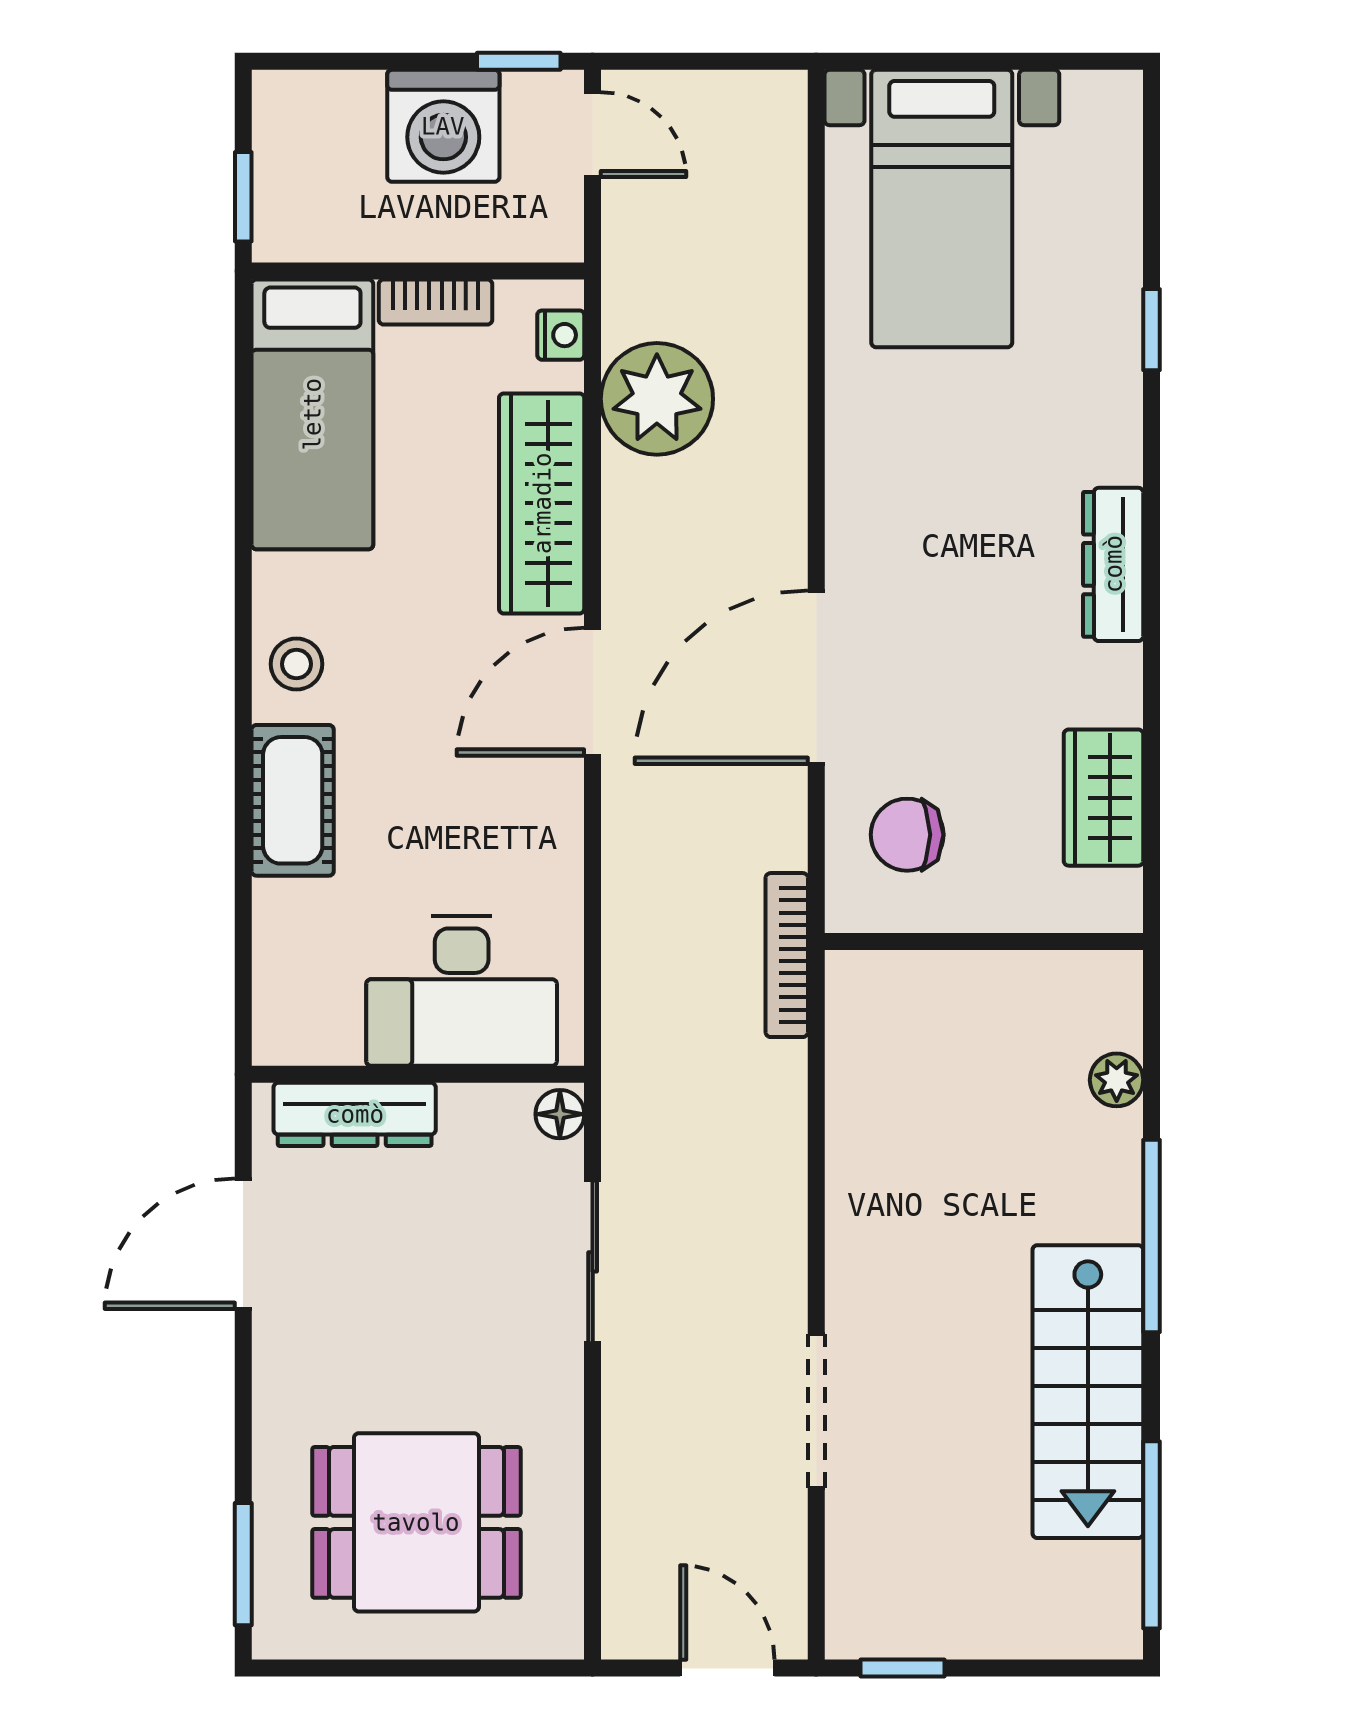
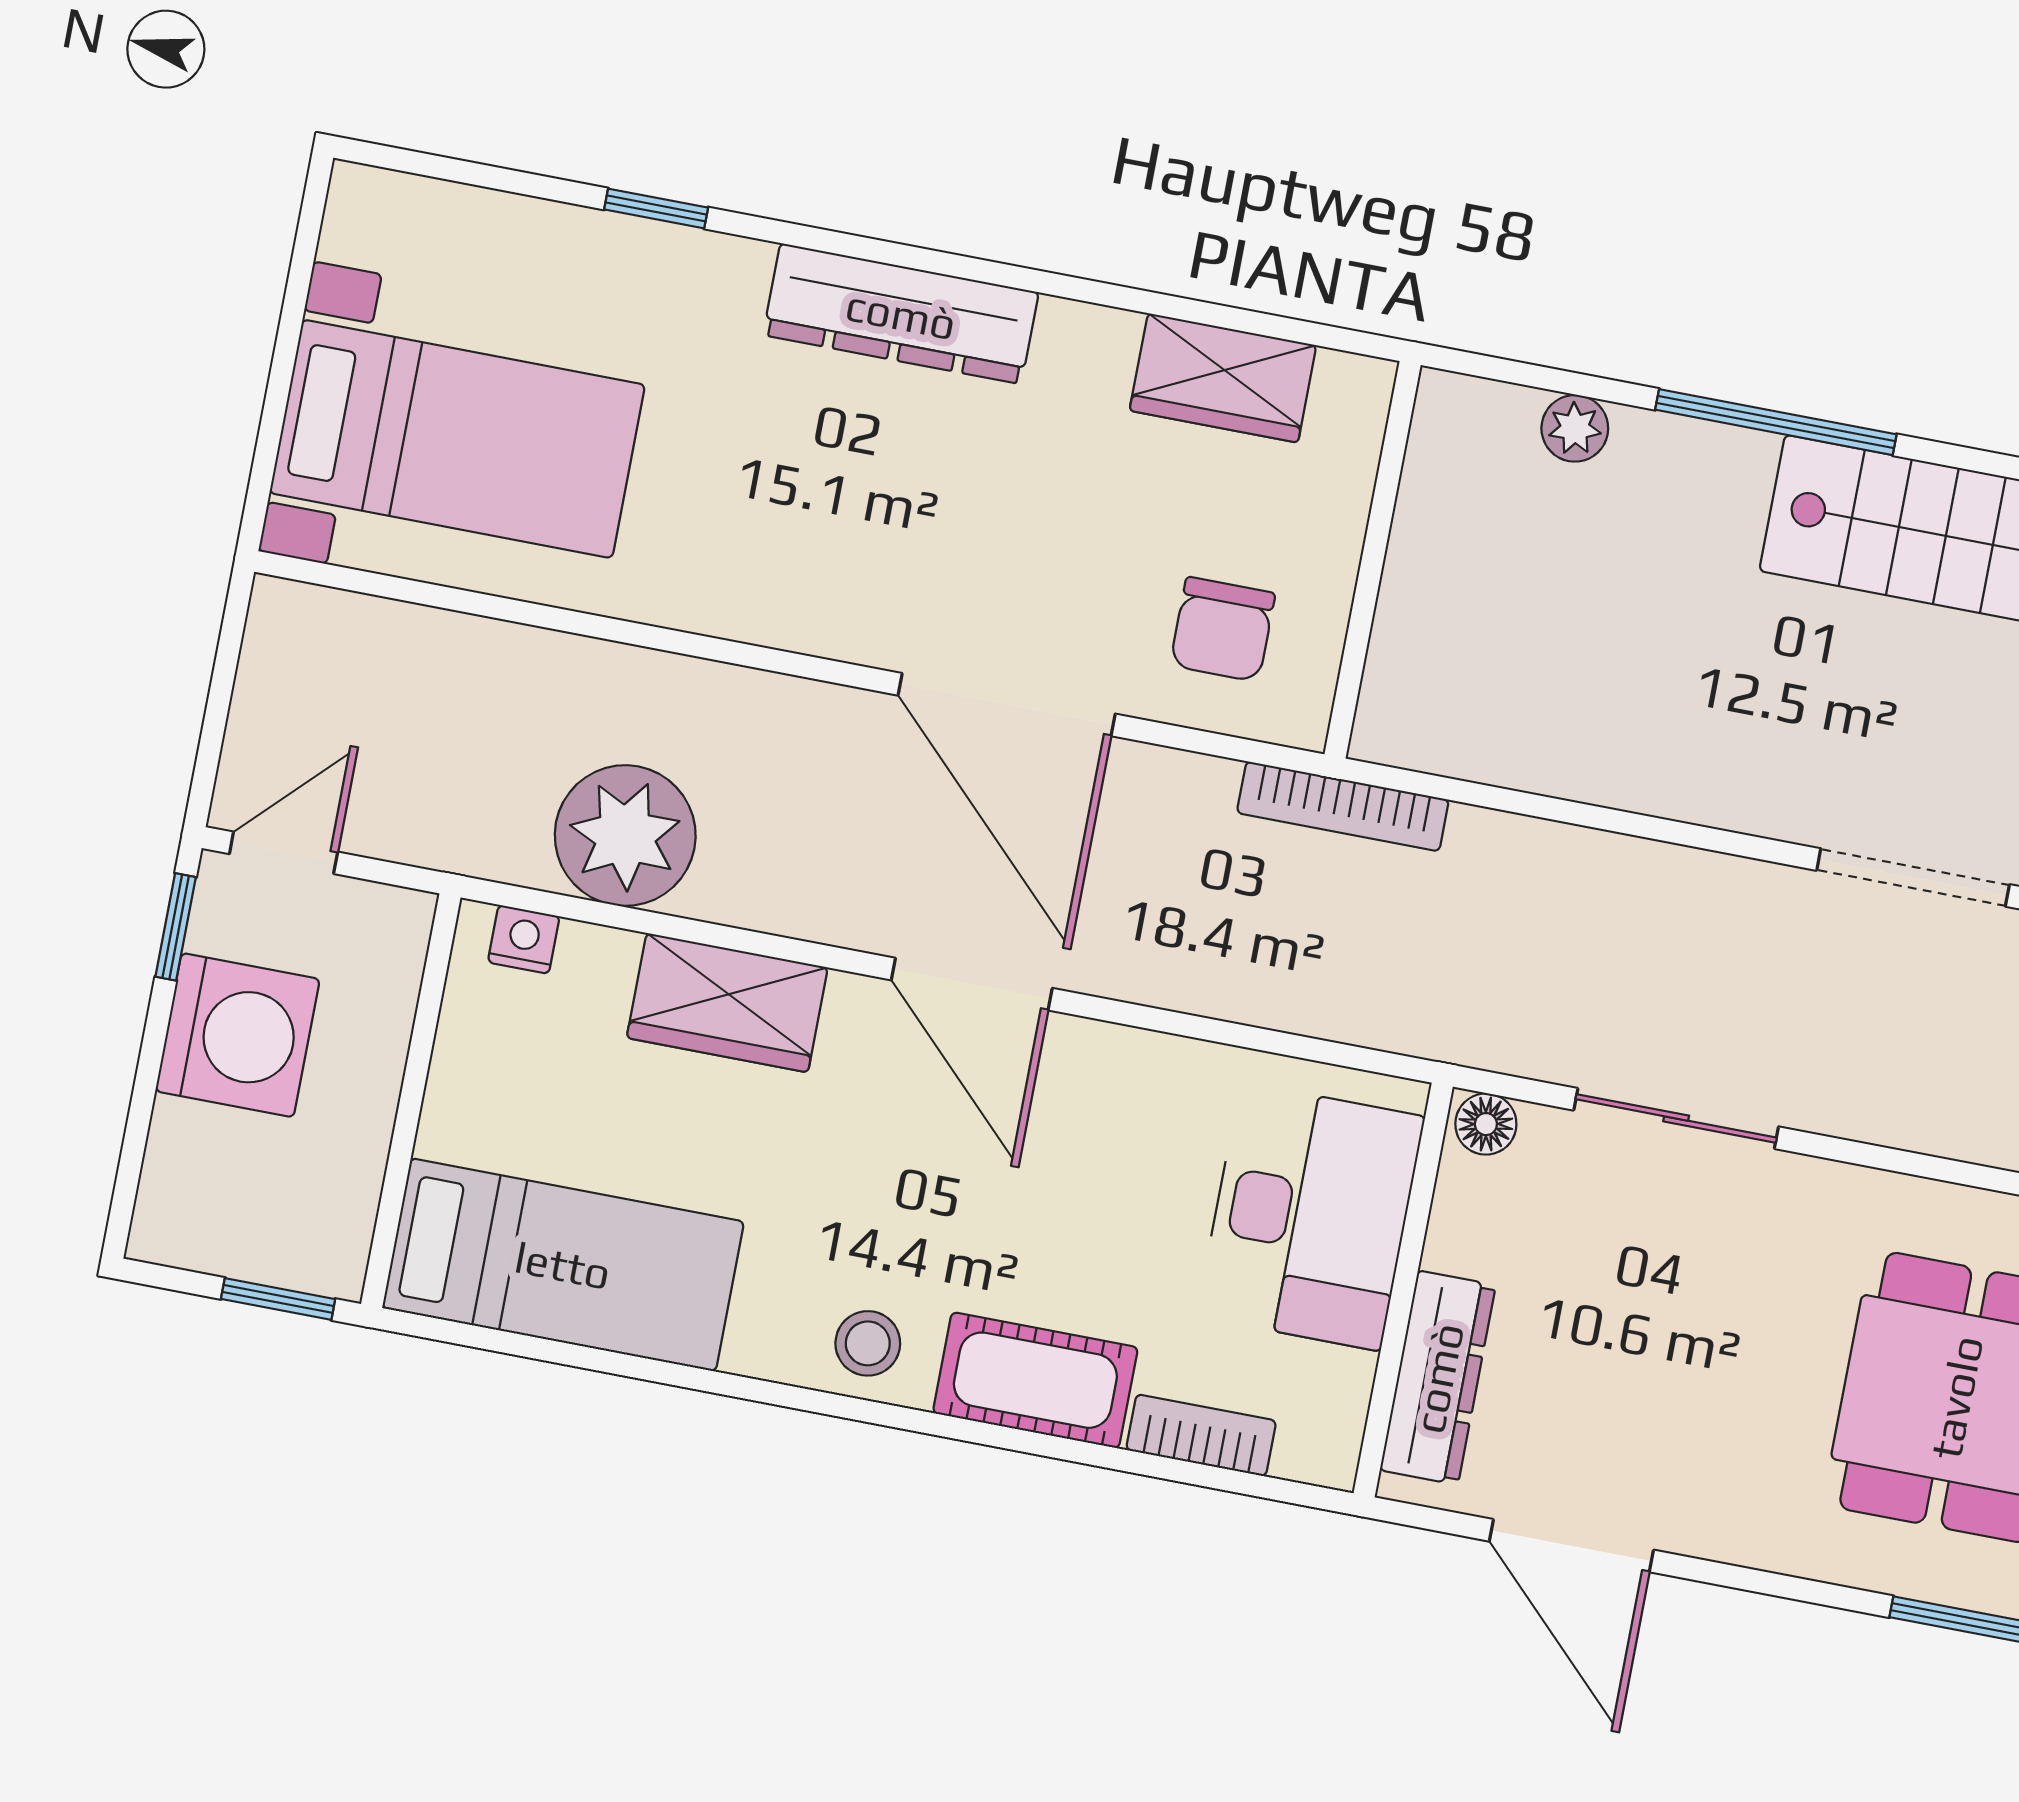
bookcase: (435, 302) -> (1201, 1435), moved, turned -90
wardrobe: (542, 503) -> (727, 1003), width x0.67
dresser: (1113, 564) -> (901, 314), width x1.37, depth x1.24

